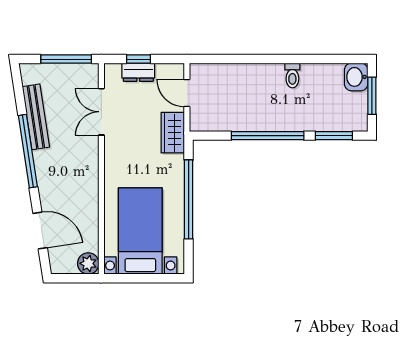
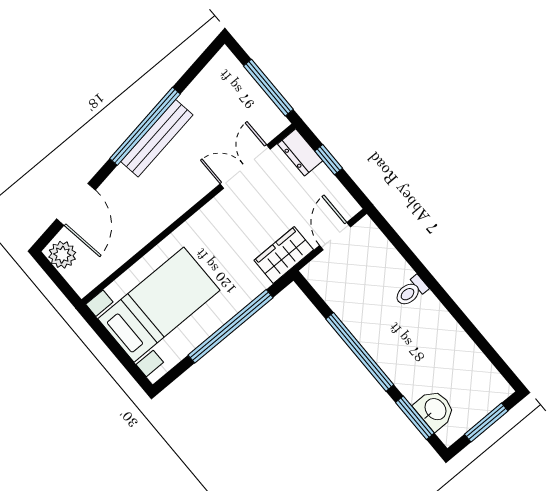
dresser: (138, 72) -> (300, 152), moved
toilet: (292, 75) -> (411, 291), moved
washbasin: (356, 77) -> (435, 410), moved, turned 90
bench: (36, 117) -> (157, 138), moved
plant: (88, 263) -> (62, 255), moved

